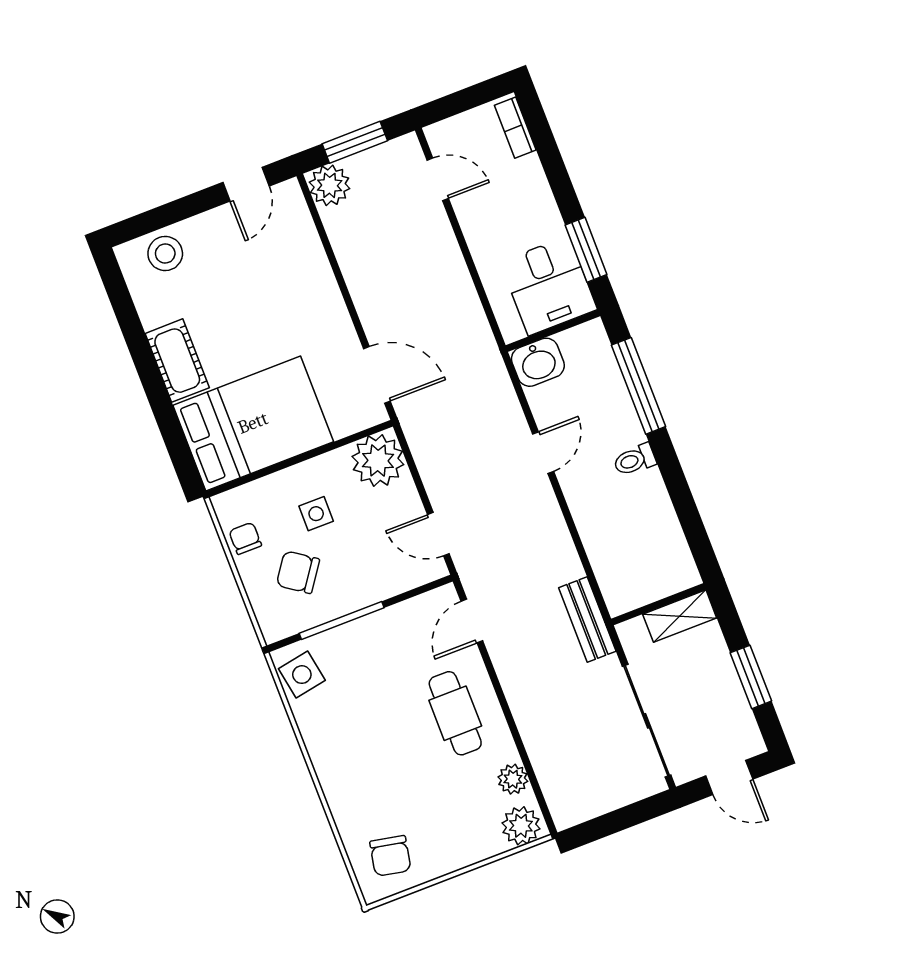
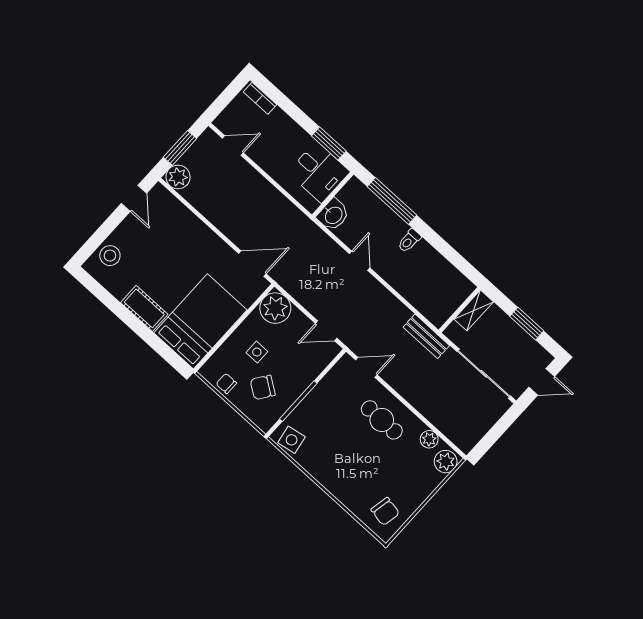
door: (472, 621) -> (366, 367), swing flipped

